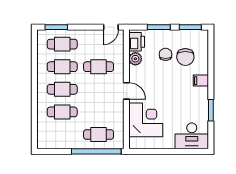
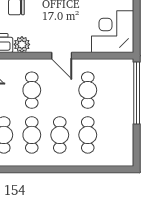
door: (126, 91) -> (62, 56), swing flipped
corner desk: (146, 120) -> (113, 32), moved
cafe table: (99, 135) -> (88, 90), moved

